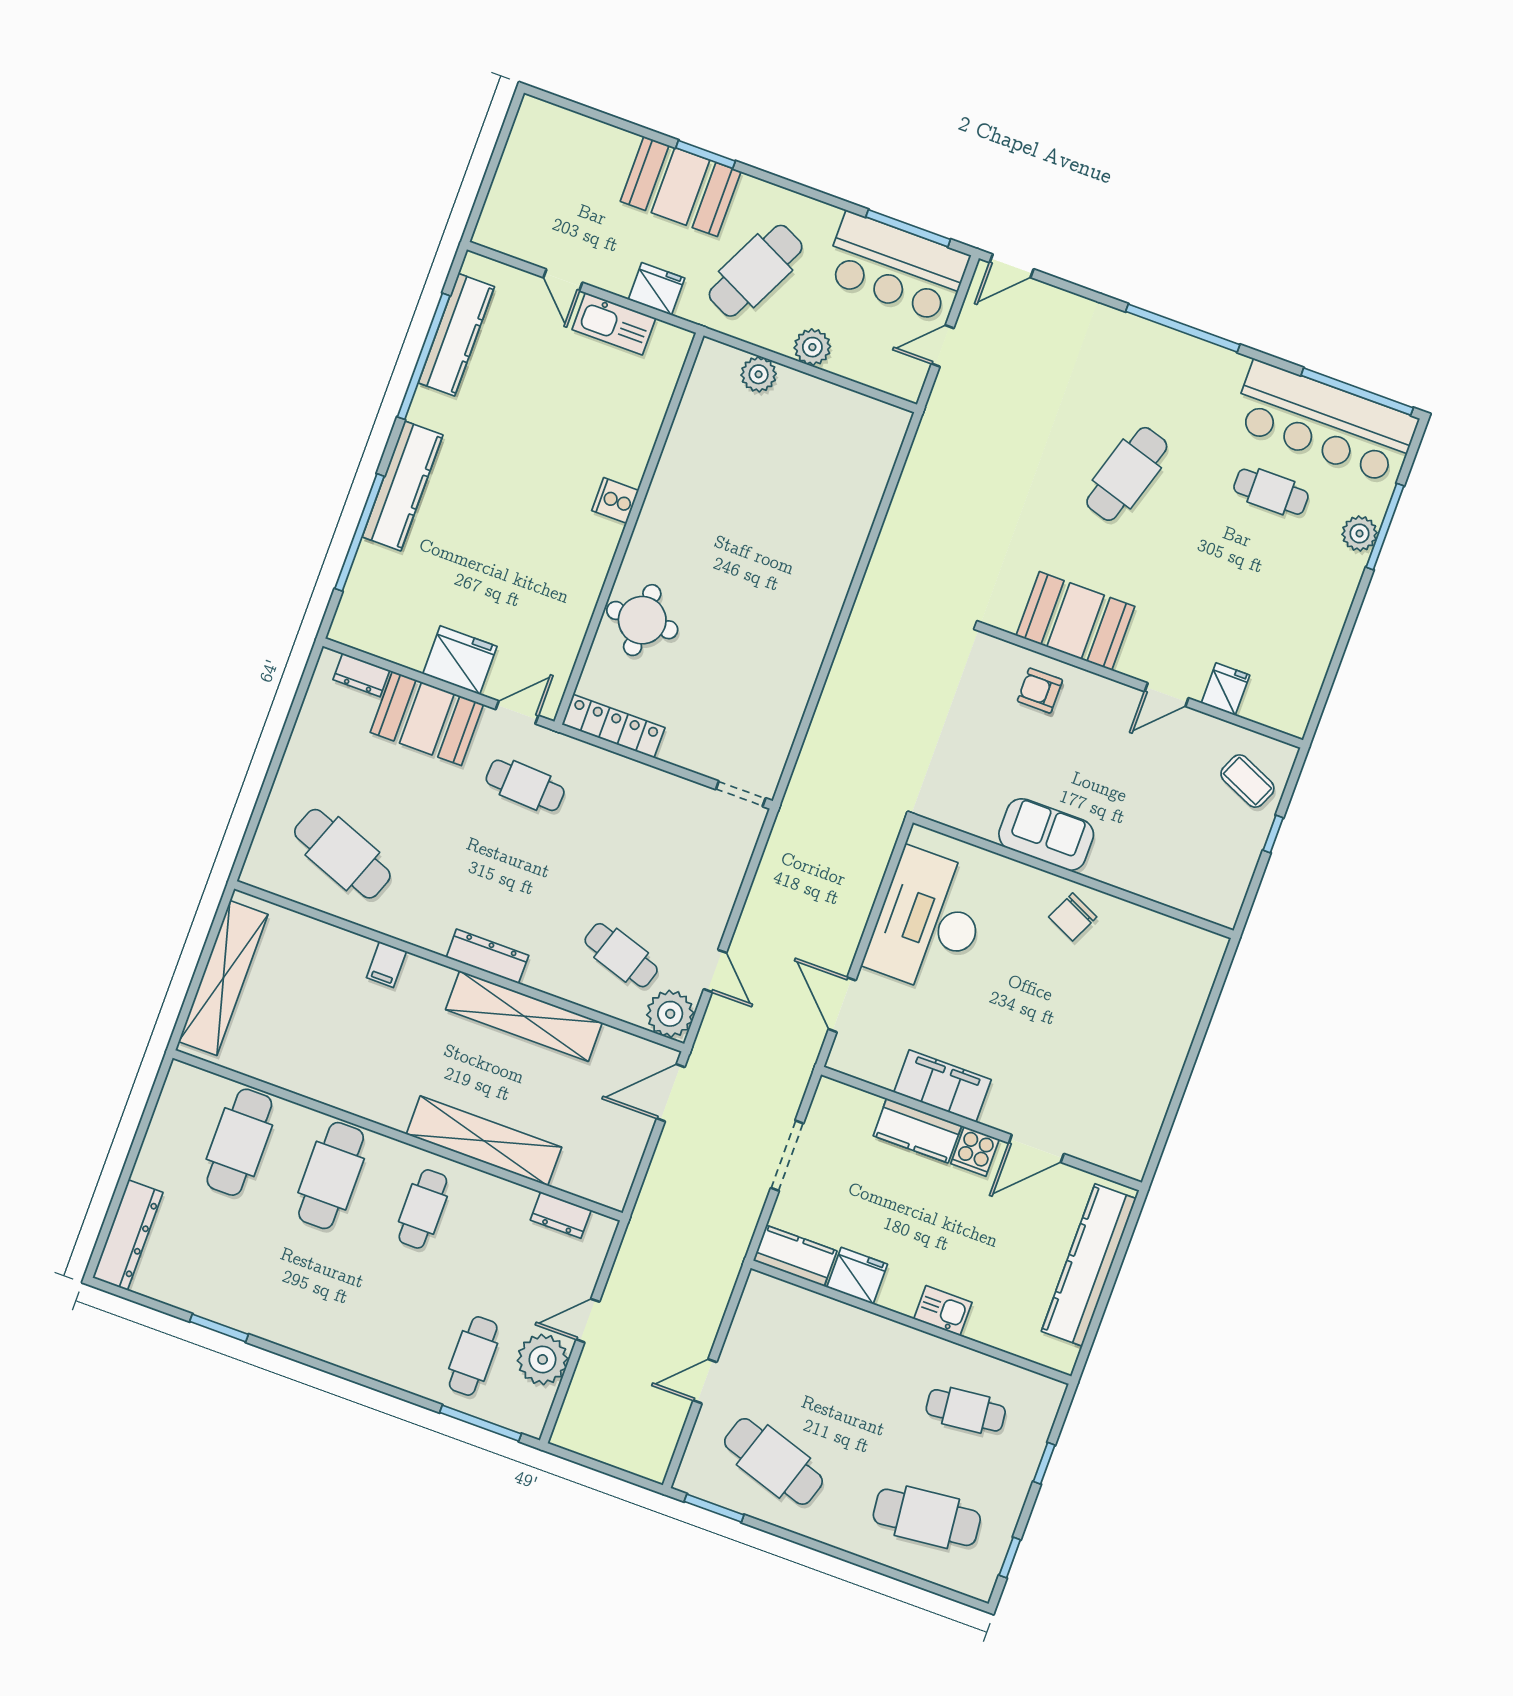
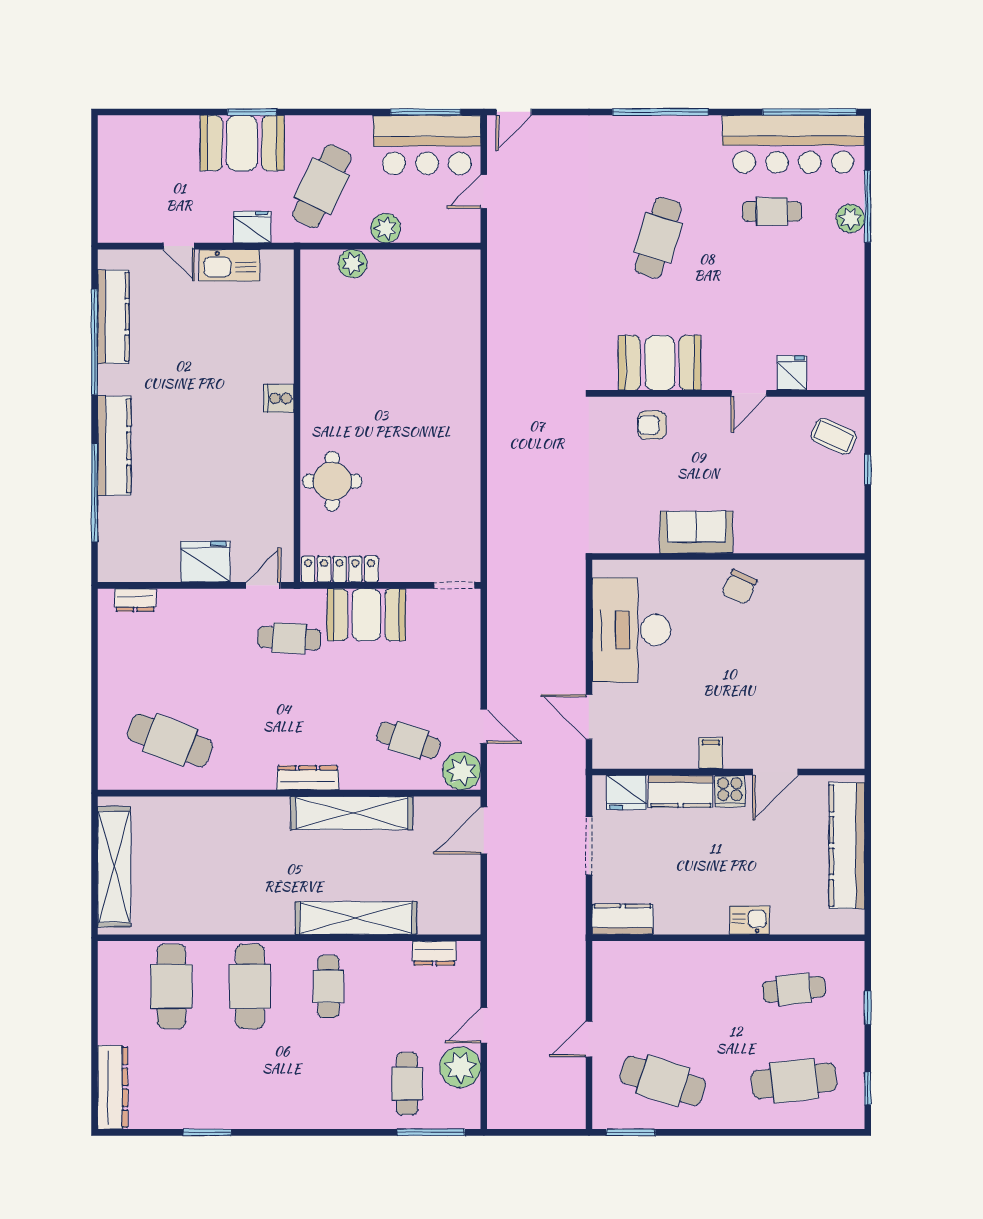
booth: (427, 718) -> (366, 615), moved
filing cabinet: (386, 965) -> (234, 812), removed
filing cabinet: (942, 1086) -> (711, 753), width x0.33, depth x0.86
fridge: (857, 1276) -> (626, 792), moved, turned 180

